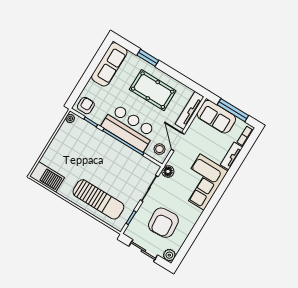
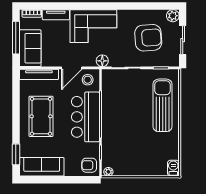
window: (148, 58) -> (16, 154), moved
barbecue: (47, 177) -> (173, 168), width x0.53, depth x0.65

